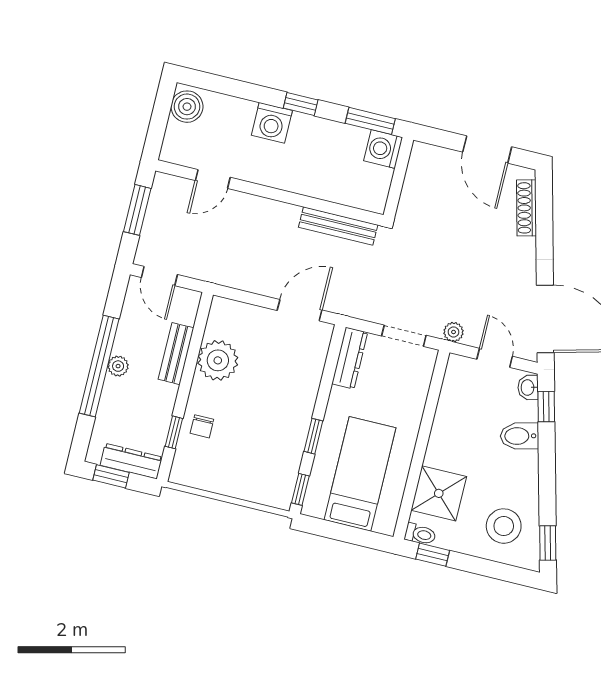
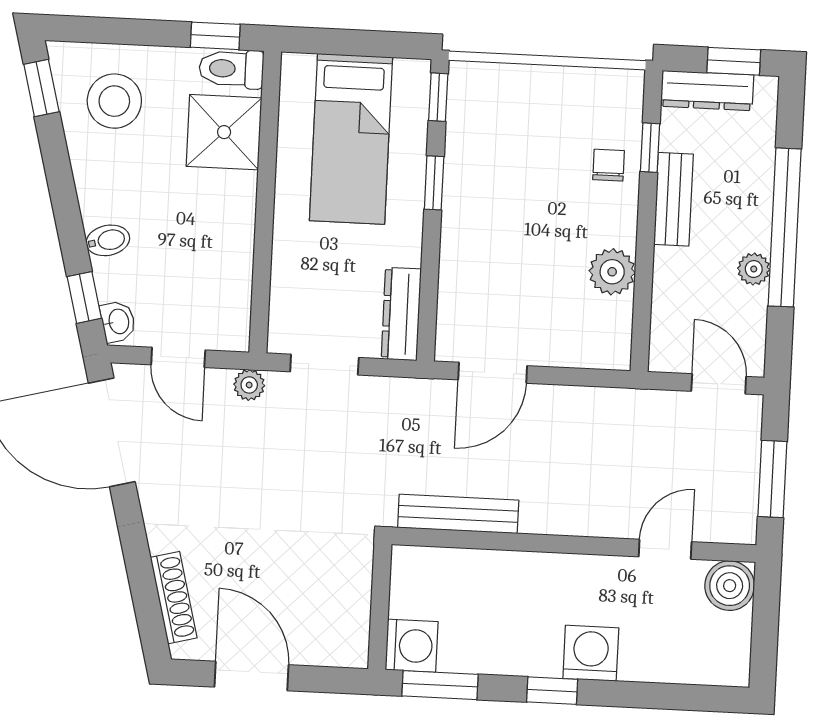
boiler: (187, 107) -> (730, 586), moved
bench: (176, 354) -> (673, 199), moved
plant: (218, 360) -> (612, 272), width x0.73, depth x0.73
plant: (118, 366) -> (754, 269), moved
bidet: (519, 436) -> (108, 240), width x0.72, depth x0.74
toilet: (420, 534) -> (231, 69), width x1.37, depth x1.39

